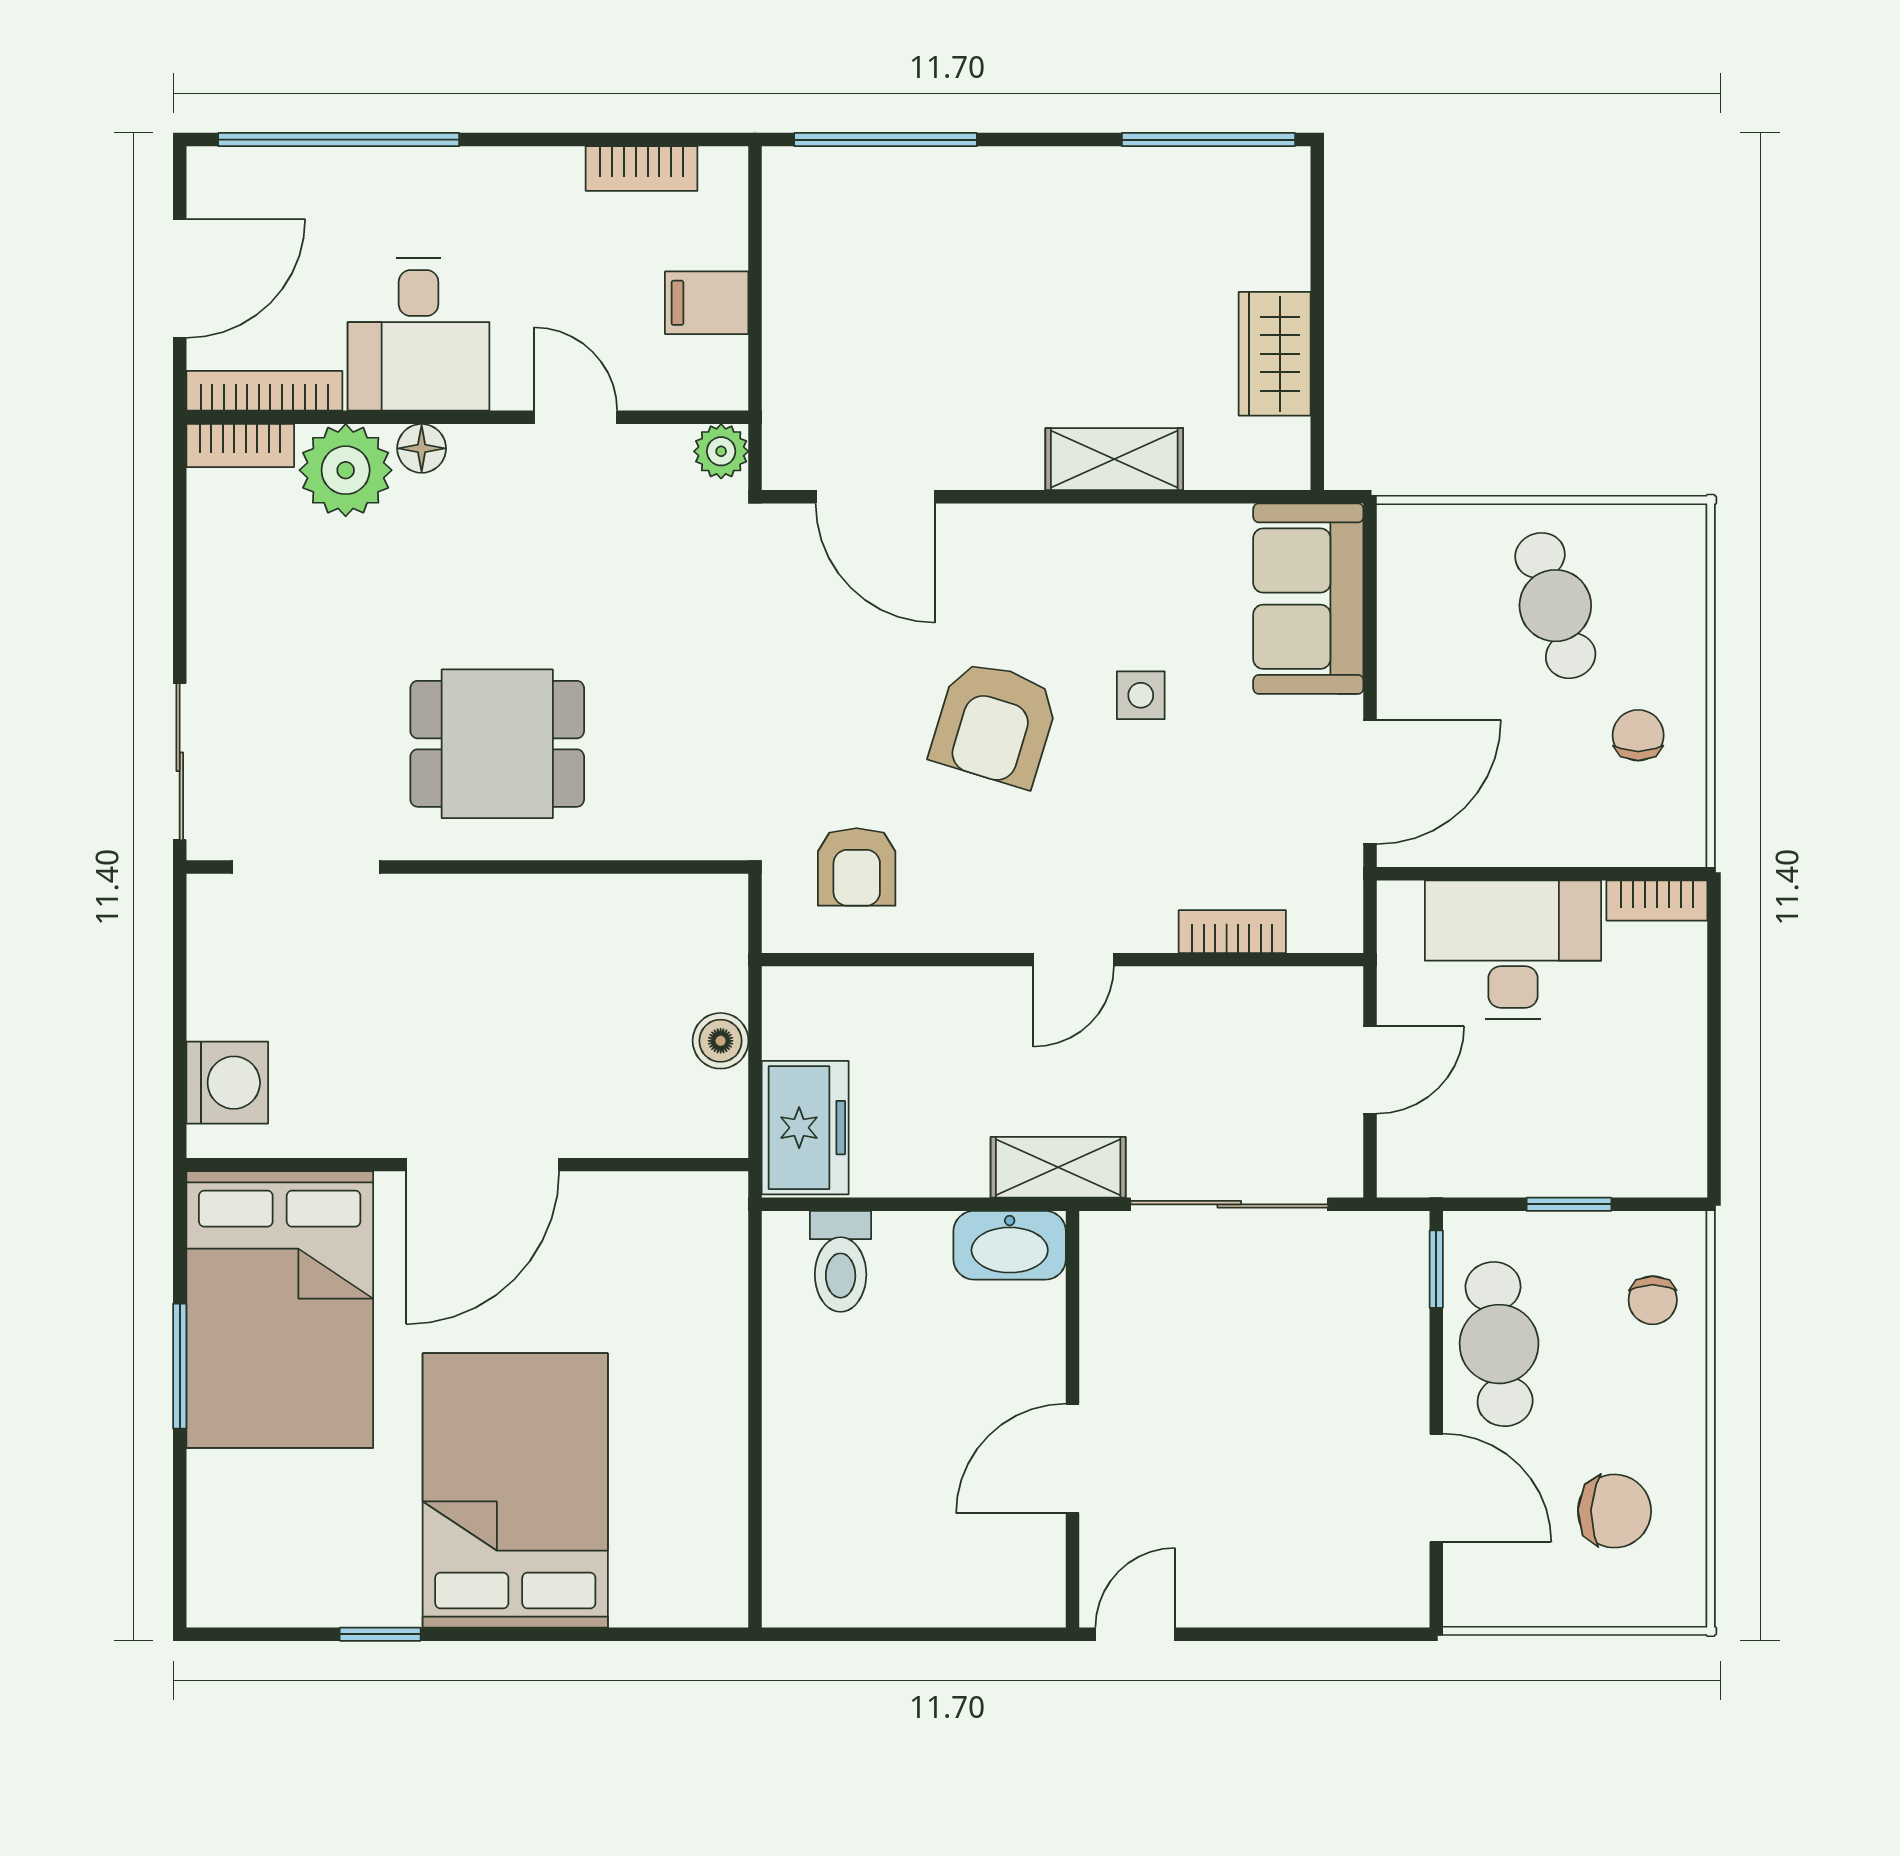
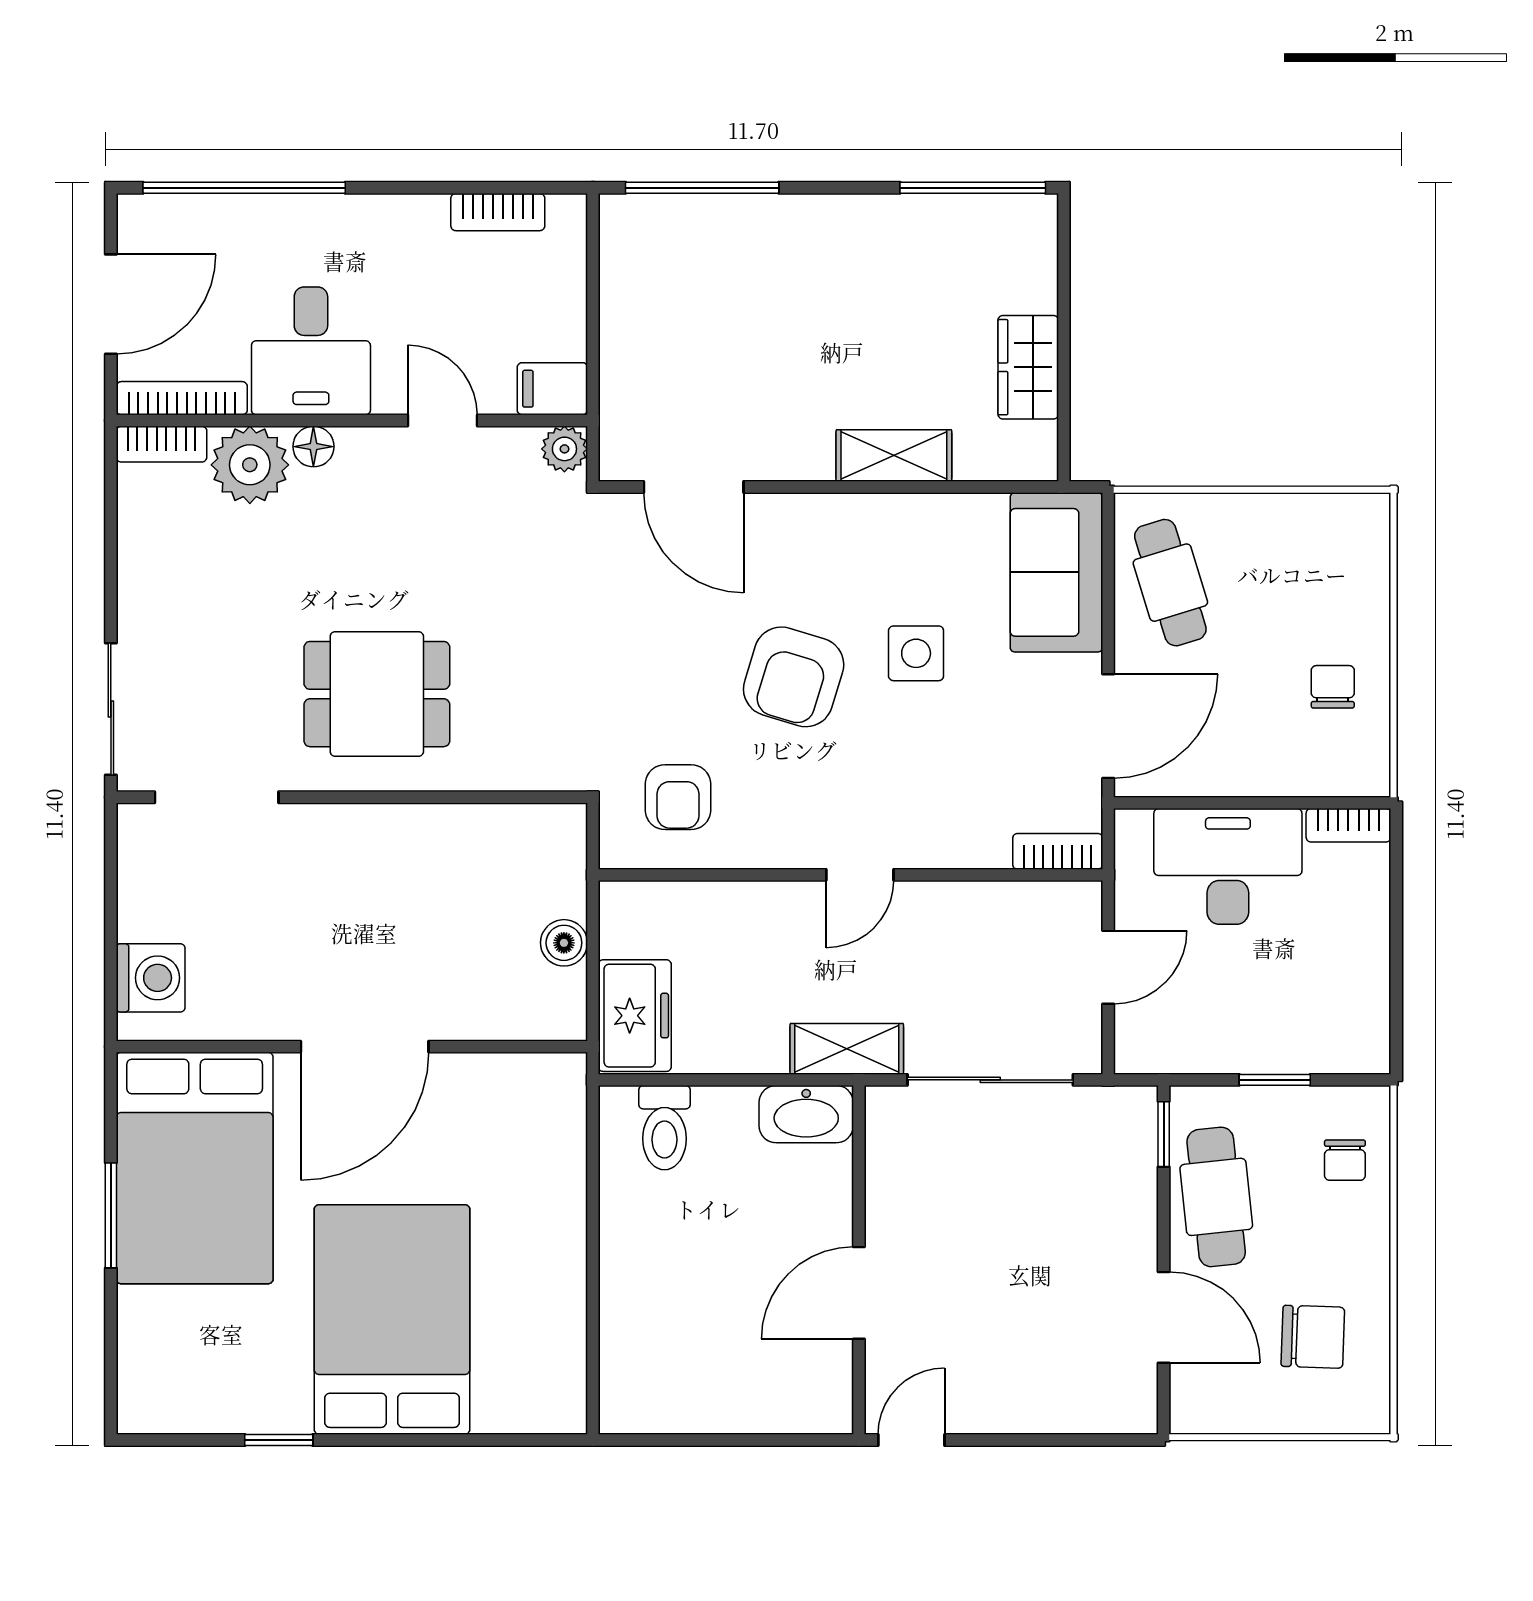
filing cabinet: (707, 303) -> (552, 389), moved
cafe table: (1555, 606) -> (1170, 583), moved
side table: (1141, 695) -> (916, 653), width x1.37, depth x1.37
bookcase: (1232, 932) -> (1058, 851), moved

